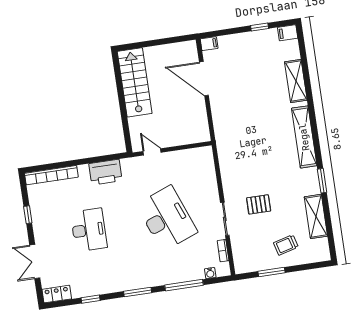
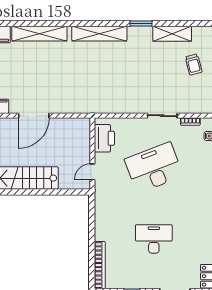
shelving: (296, 81) -> (39, 34), width x1.47
printer: (106, 172) -> (104, 138), moved
pallet: (259, 204) -> (154, 83), removed

